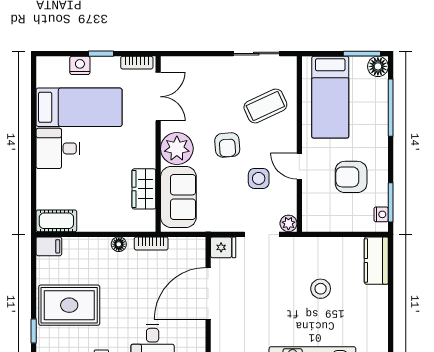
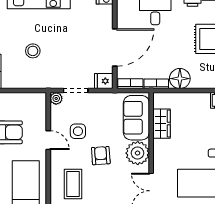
coffee table: (265, 106) -> (73, 184), turned -65
floor lamp: (119, 244) -> (180, 79), width x1.89, depth x1.89
bookcase: (187, 244) -> (130, 84), added

